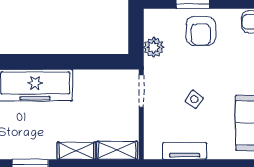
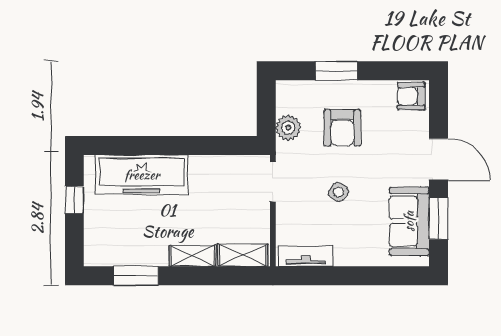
armchair: (201, 31) -> (342, 128), moved
tv unit: (185, 151) -> (306, 256), moved

